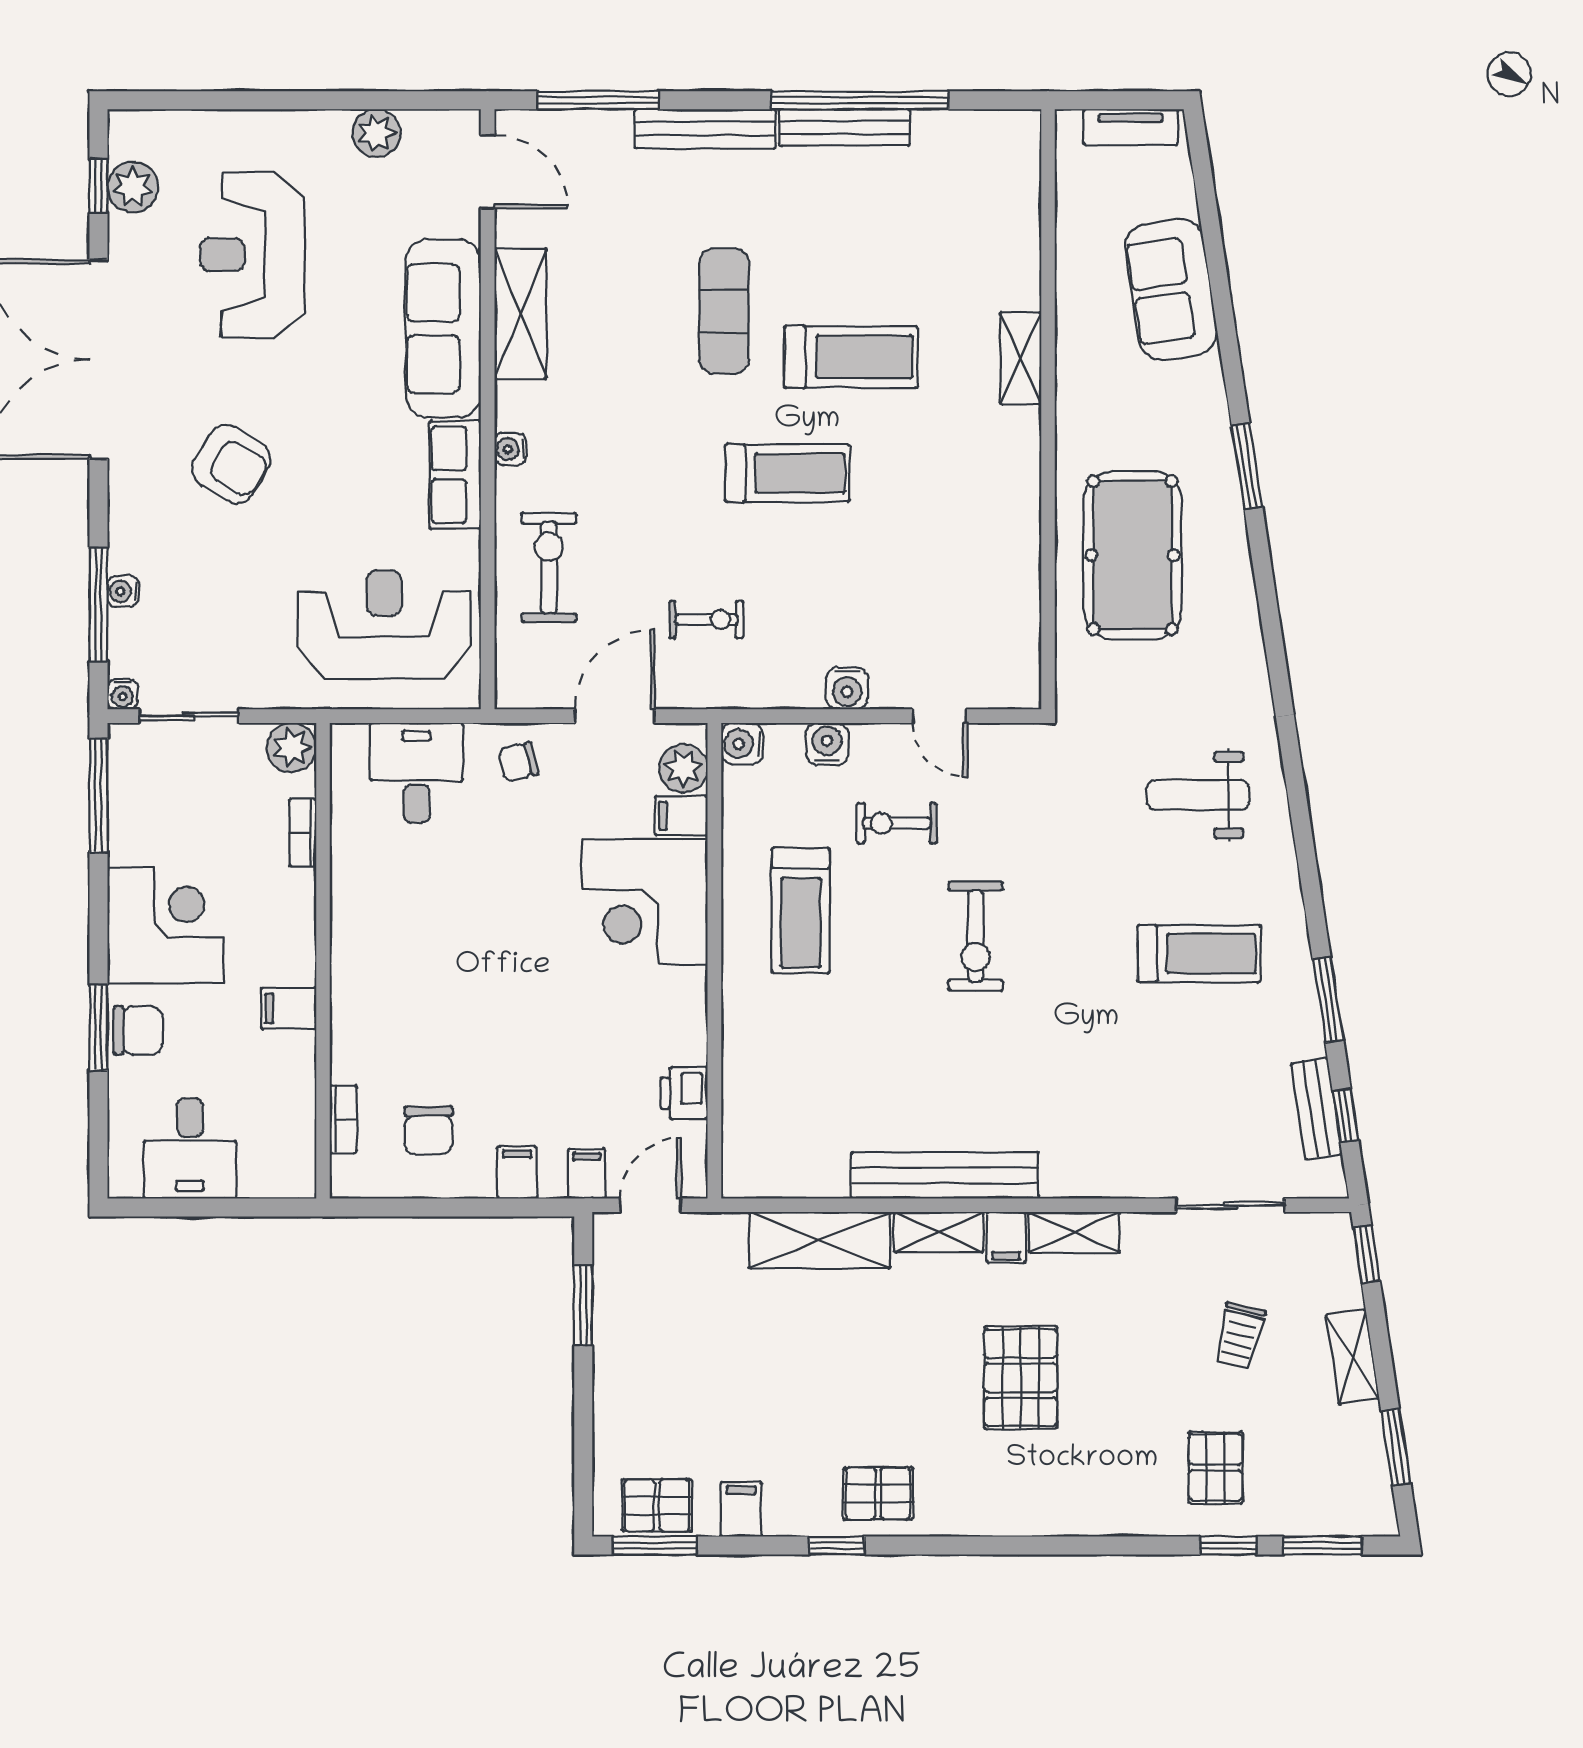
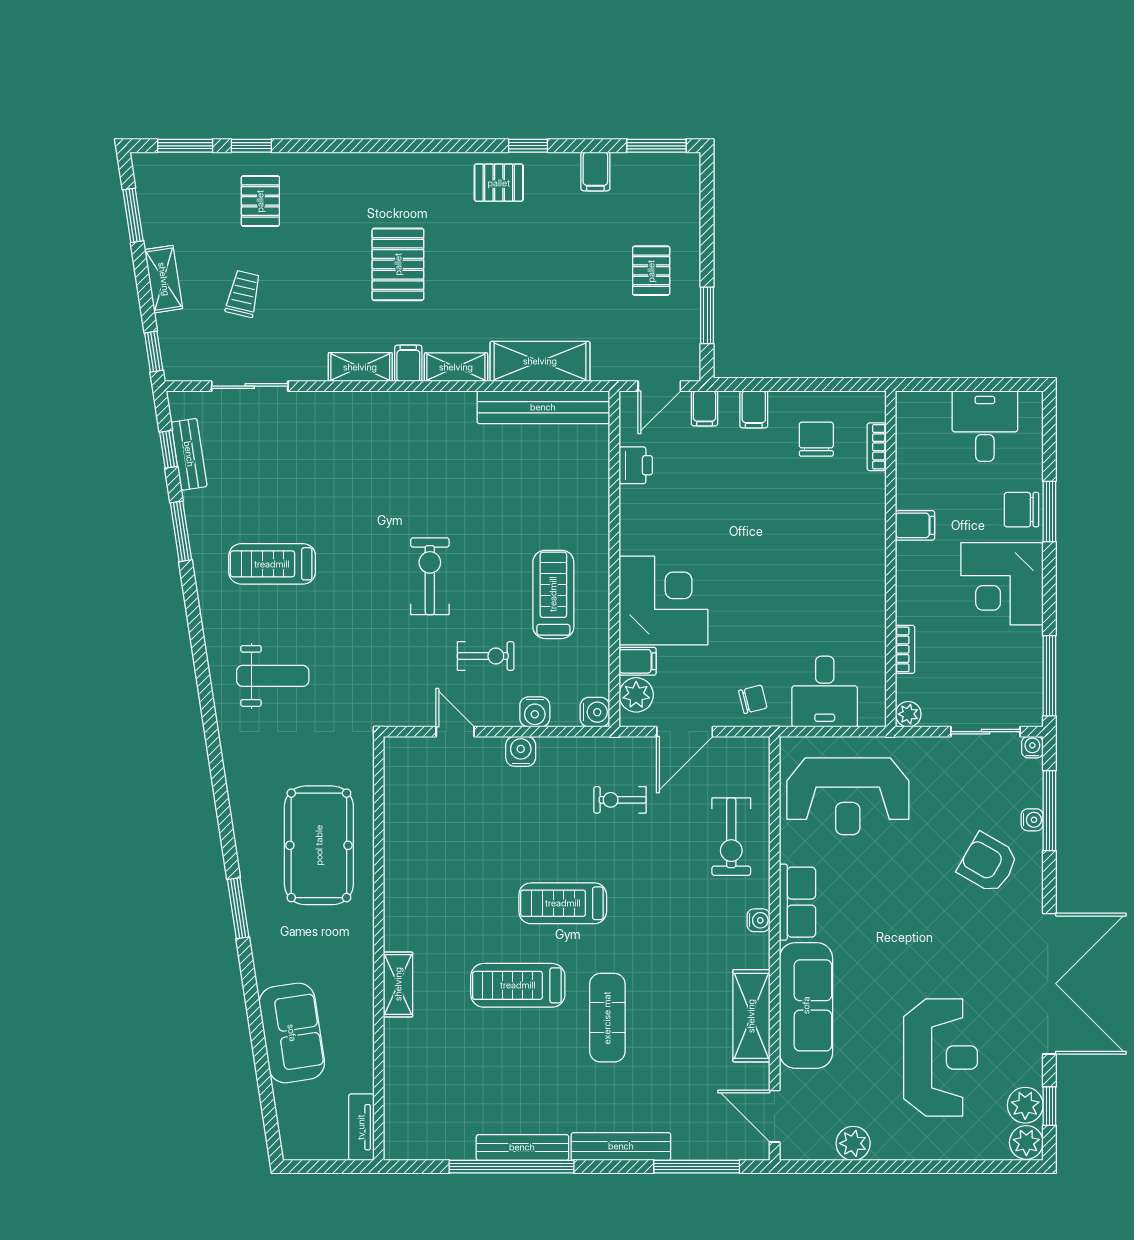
tv unit: (1131, 127) -> (361, 1127), moved, turned -90
plant: (131, 134) -> (1026, 1142), added
armchair: (231, 464) -> (988, 863), moved
plant: (292, 748) -> (908, 714), width x0.73, depth x0.73
bench: (945, 1175) -> (543, 407), moved
pallet: (657, 1505) -> (651, 271), moved, turned 90

